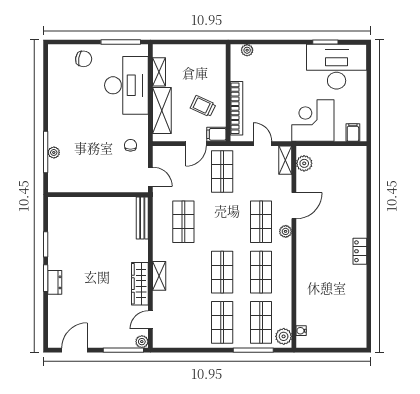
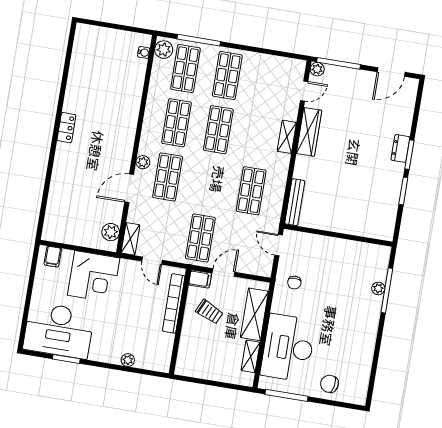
plant: (247, 50) -> (128, 360), moved

